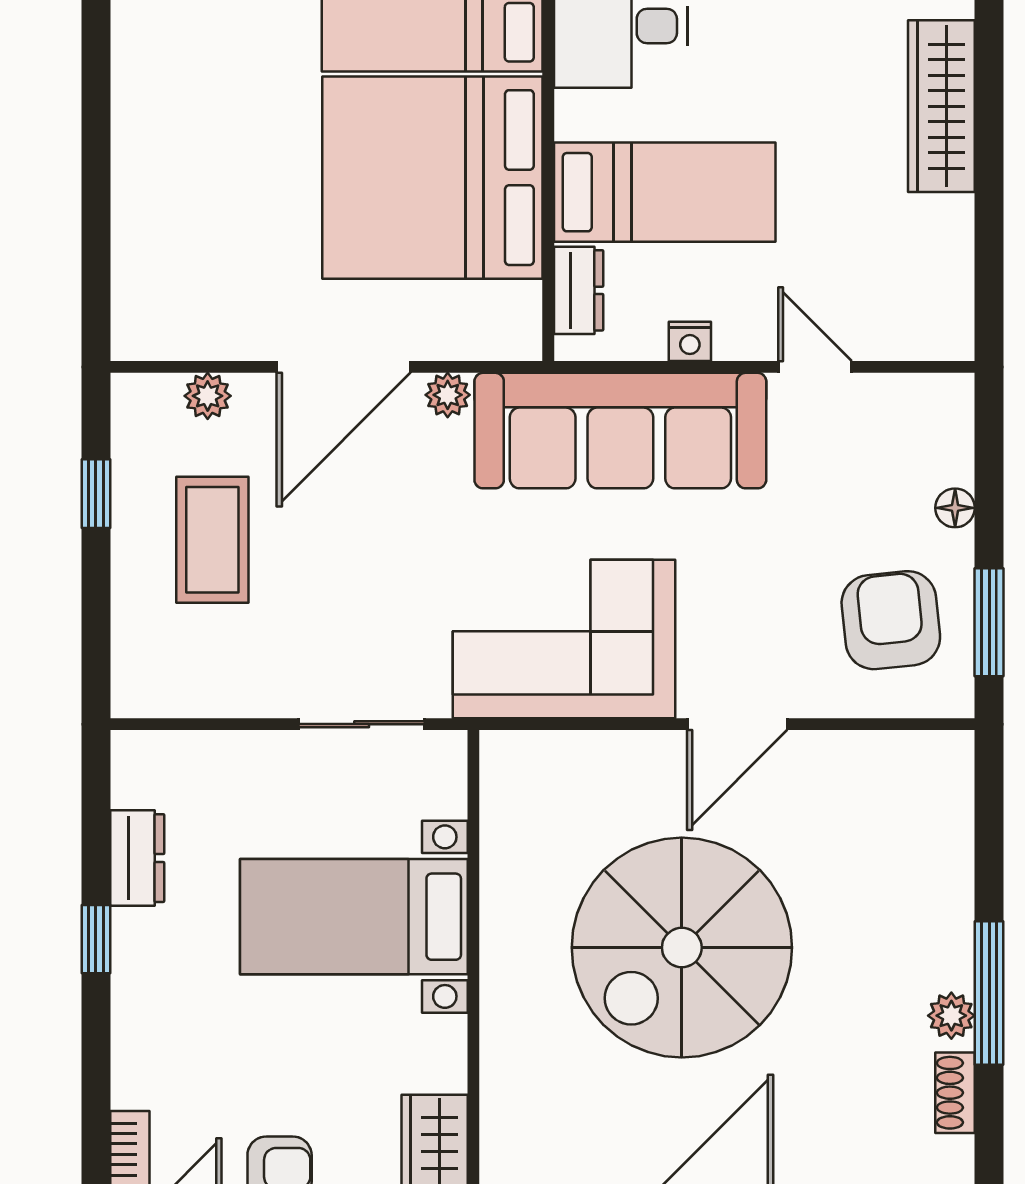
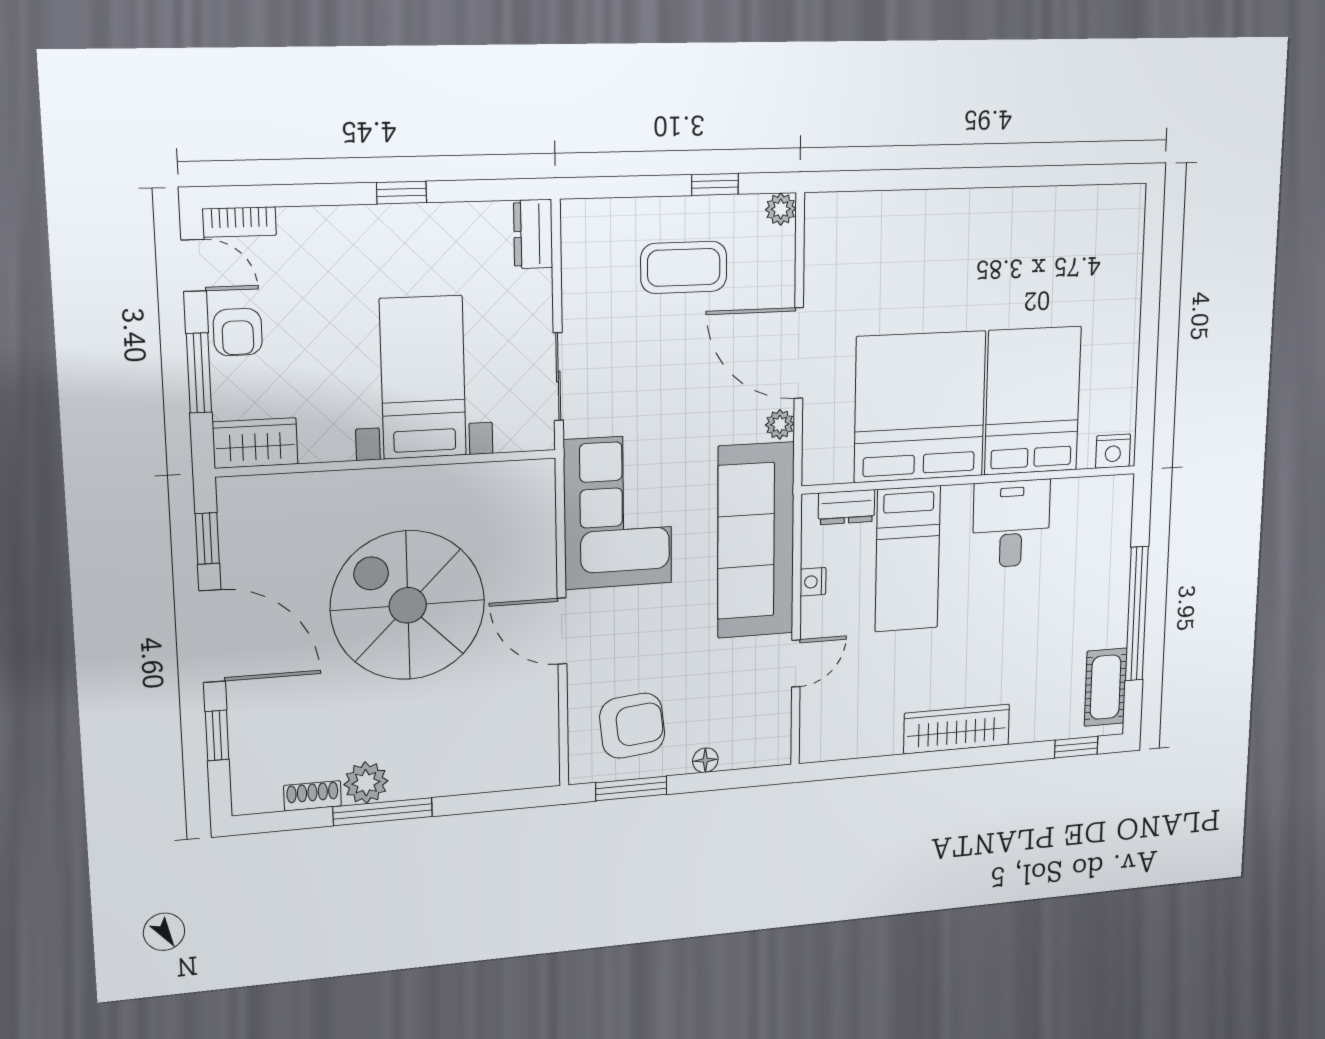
plant: (208, 396) -> (781, 209), moved
dresser: (137, 858) -> (533, 234), moved, turned 90
plant: (951, 1016) -> (366, 783), width x1.38, depth x1.38

